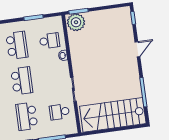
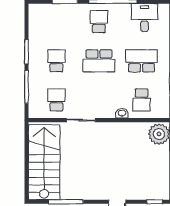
school desk: (17, 45) -> (142, 61), turned 180
school desk: (27, 116) -> (56, 61), width x0.54

